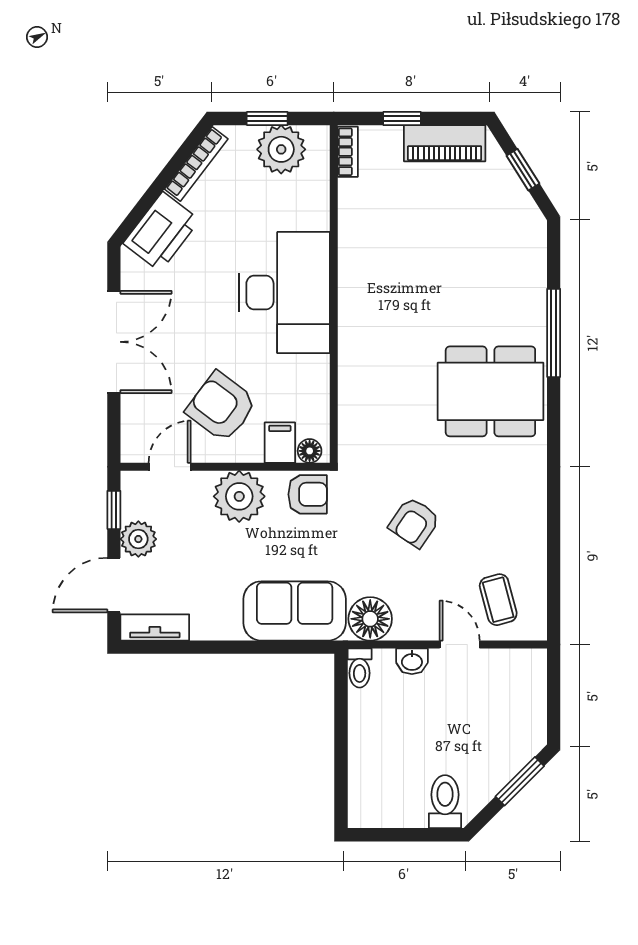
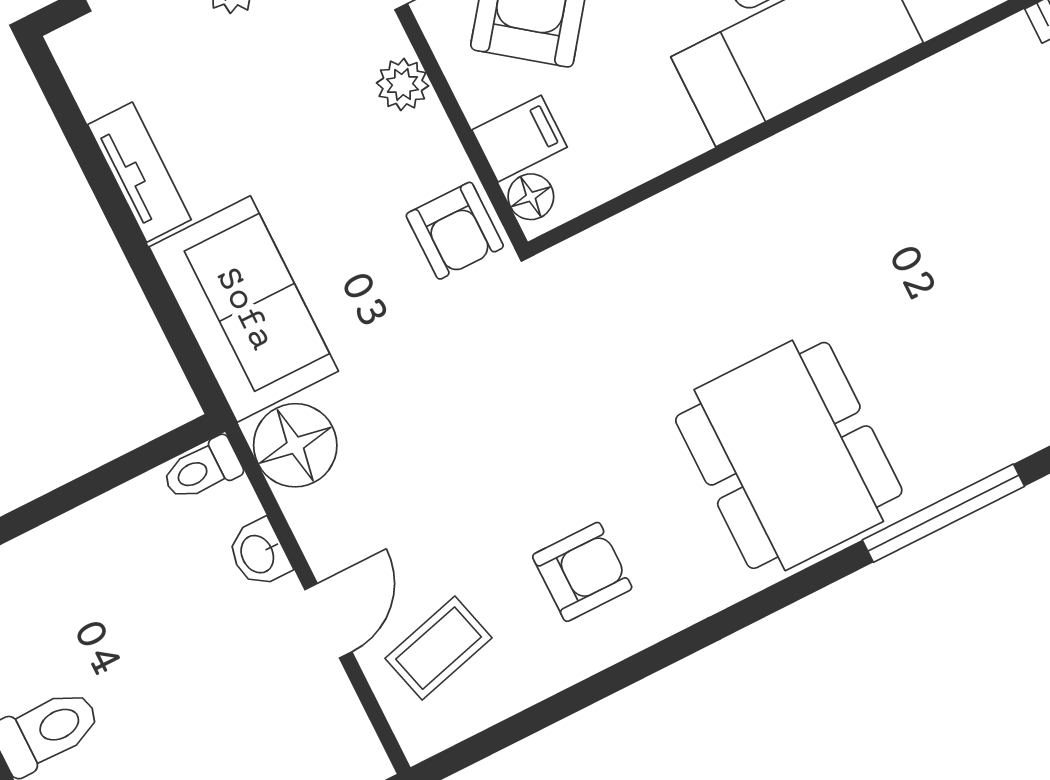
plant: (239, 496) -> (402, 84), width x0.53, depth x0.53
armchair: (414, 522) -> (582, 572), moved, turned 146
tv unit: (155, 627) -> (139, 172), moved

